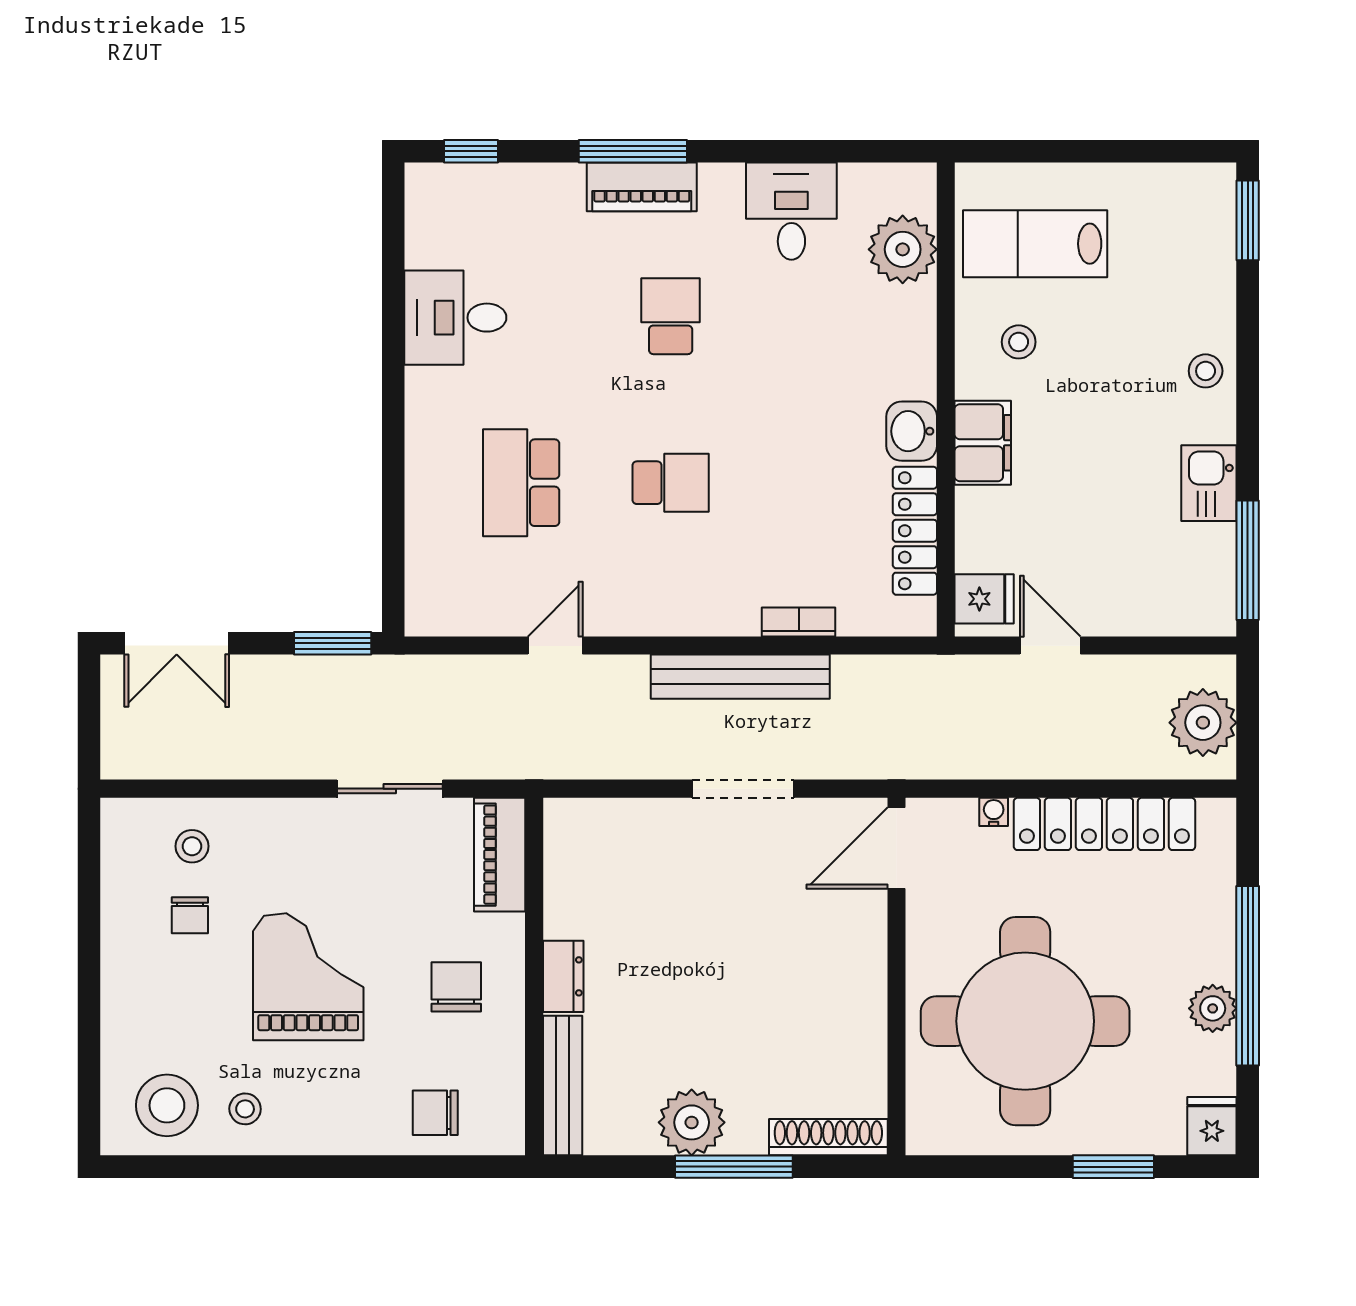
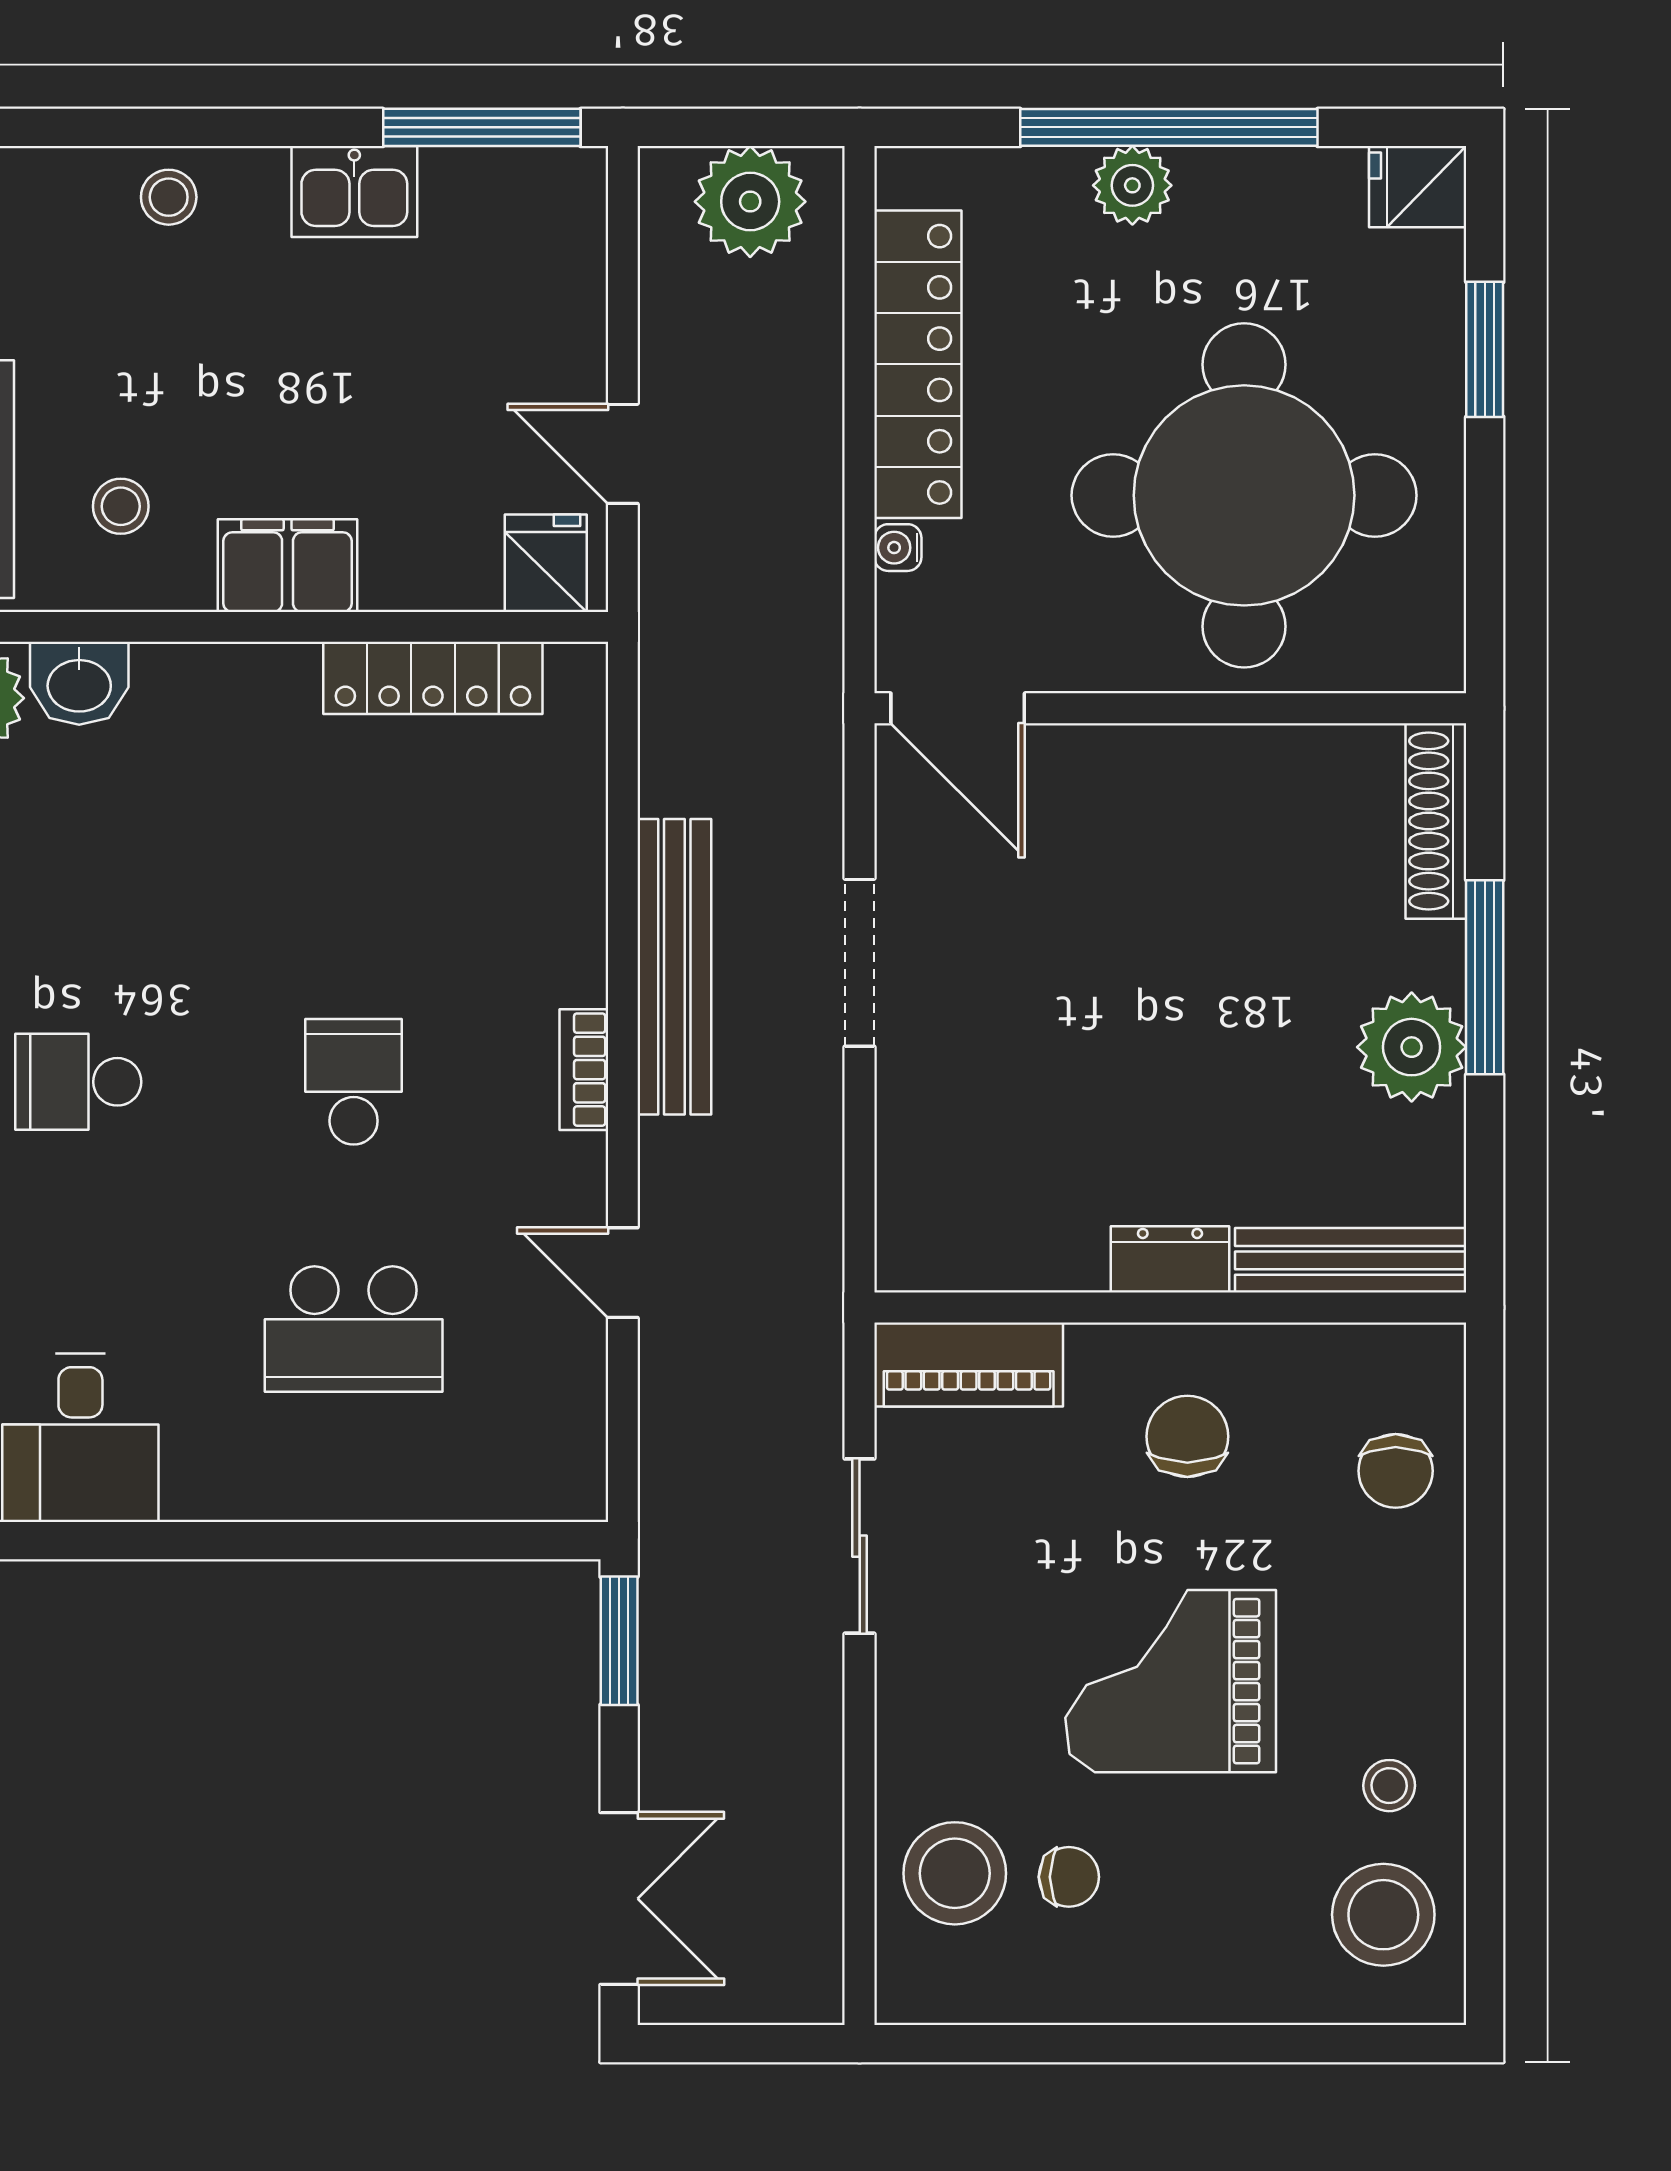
washbasin: (912, 431) -> (79, 683), moved
bookcase: (799, 622) -> (584, 1070), moved
door: (1050, 646) -> (623, 454), hinge flipped
stool: (192, 846) -> (955, 1873), width x1.89, depth x1.89
chair: (456, 987) -> (1187, 1436), turned 90
plant: (1213, 1008) -> (1132, 185), moved

